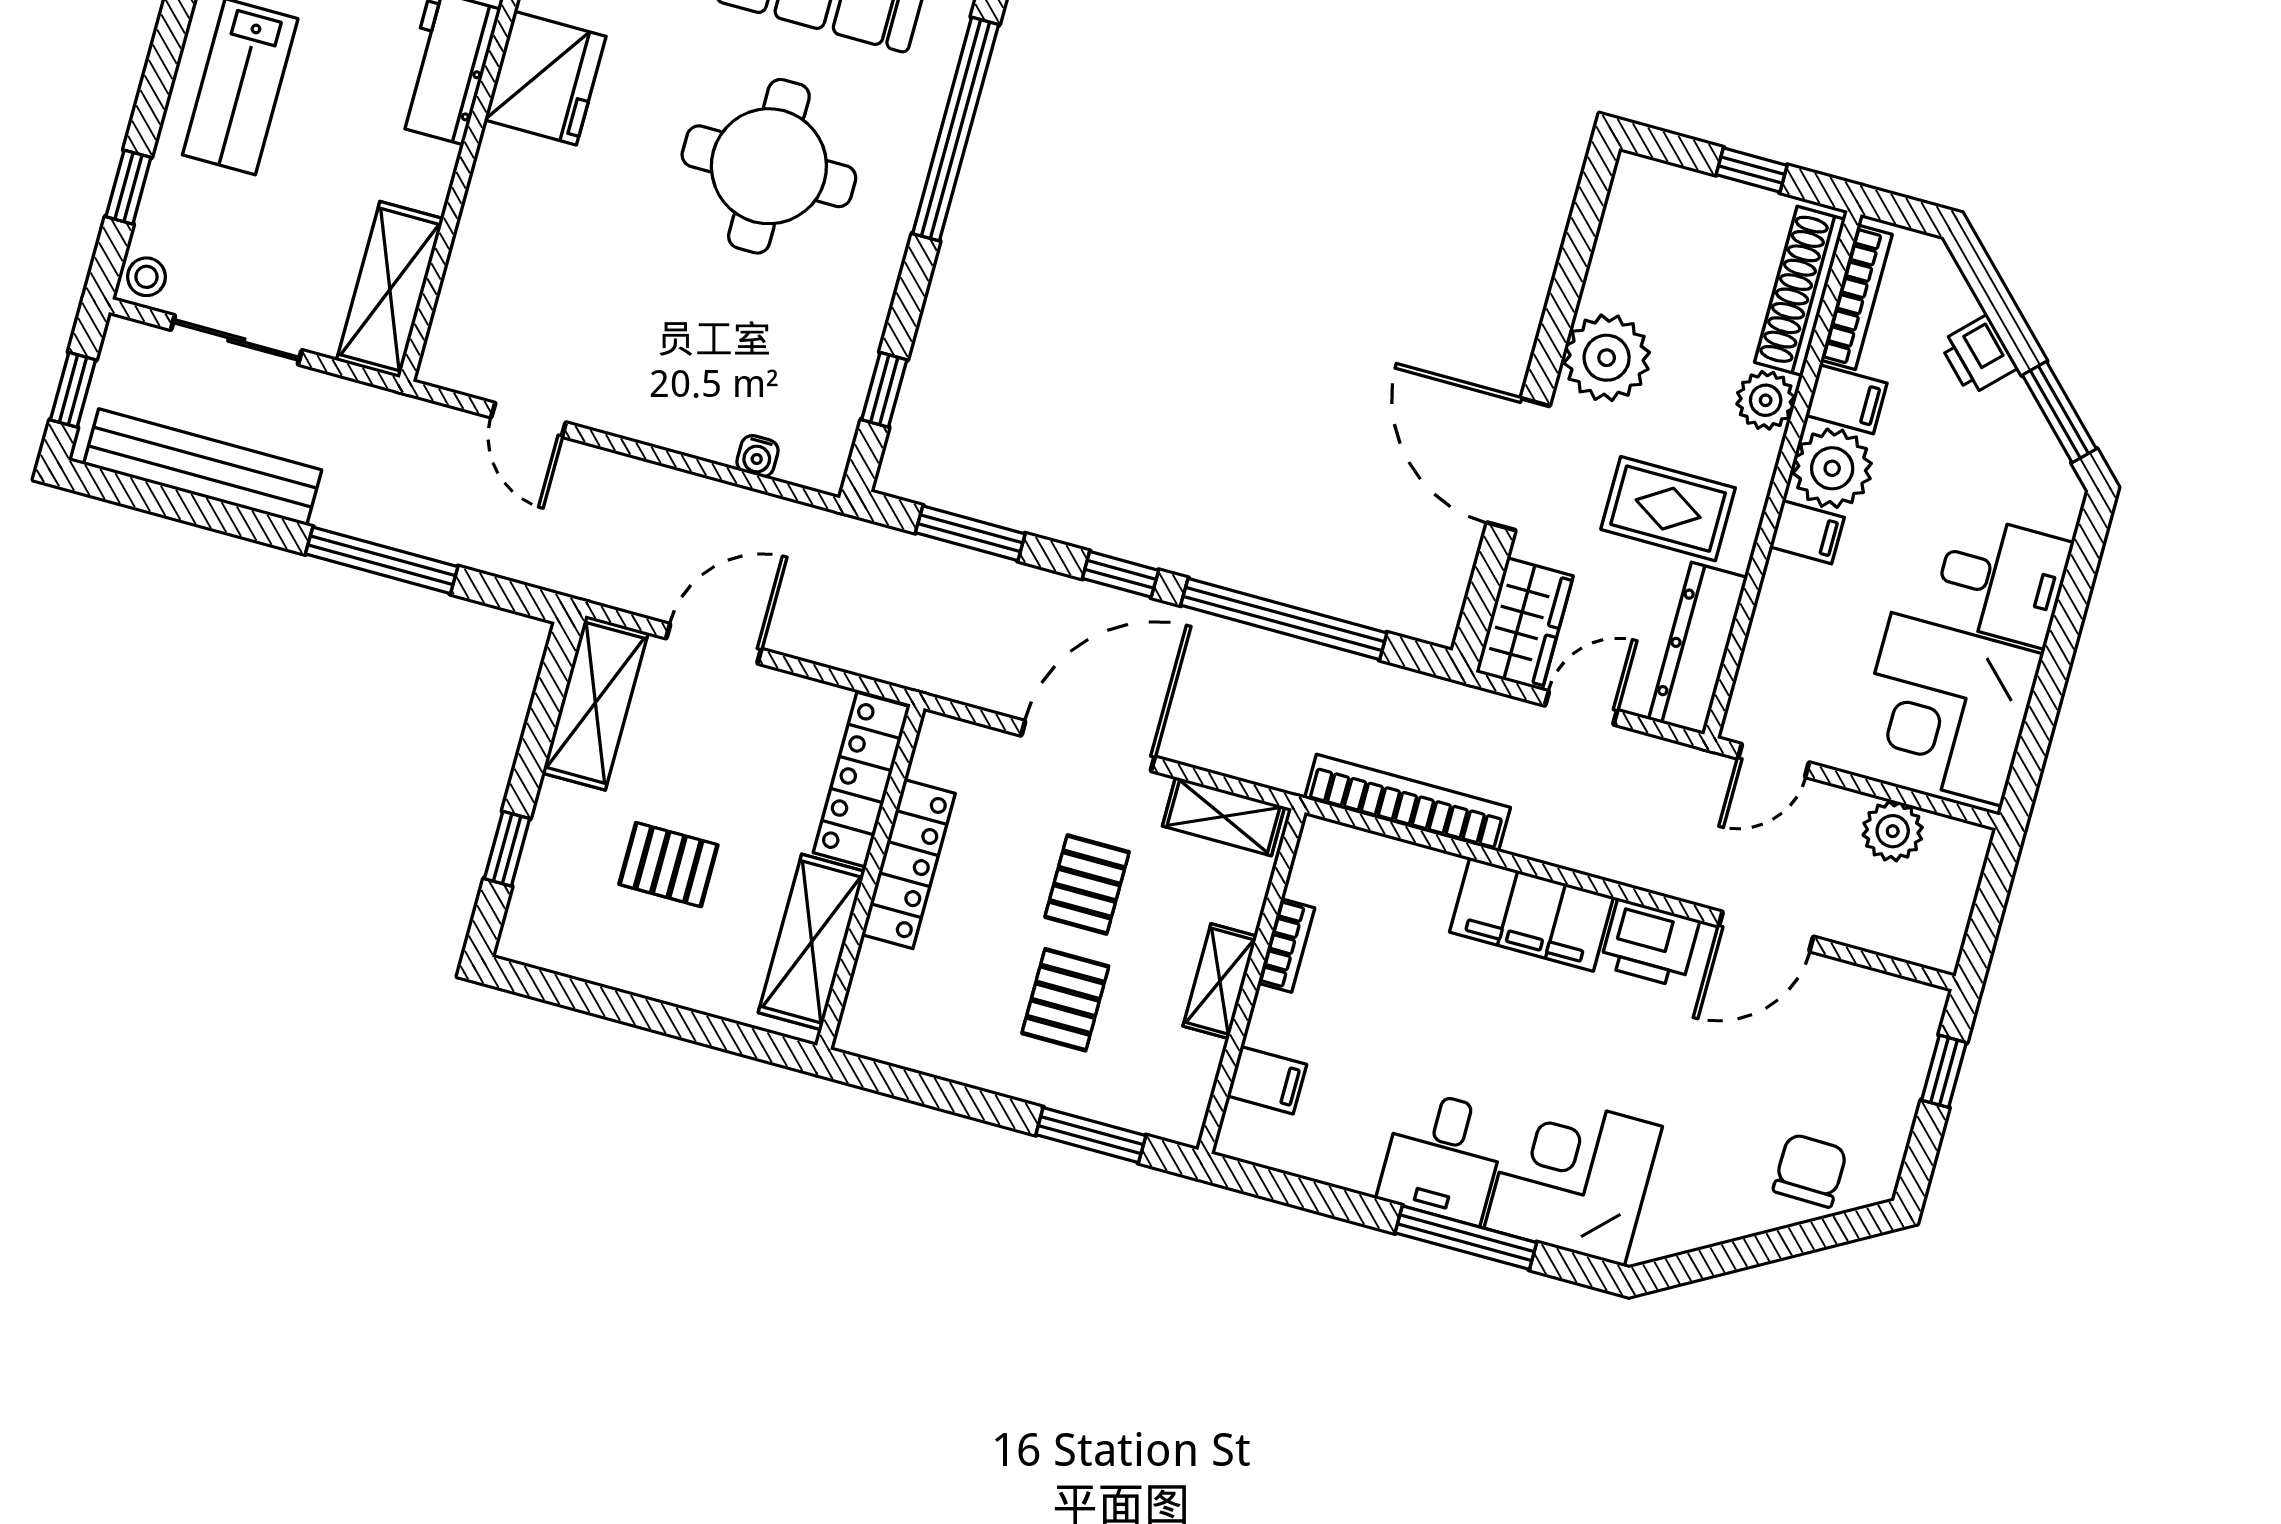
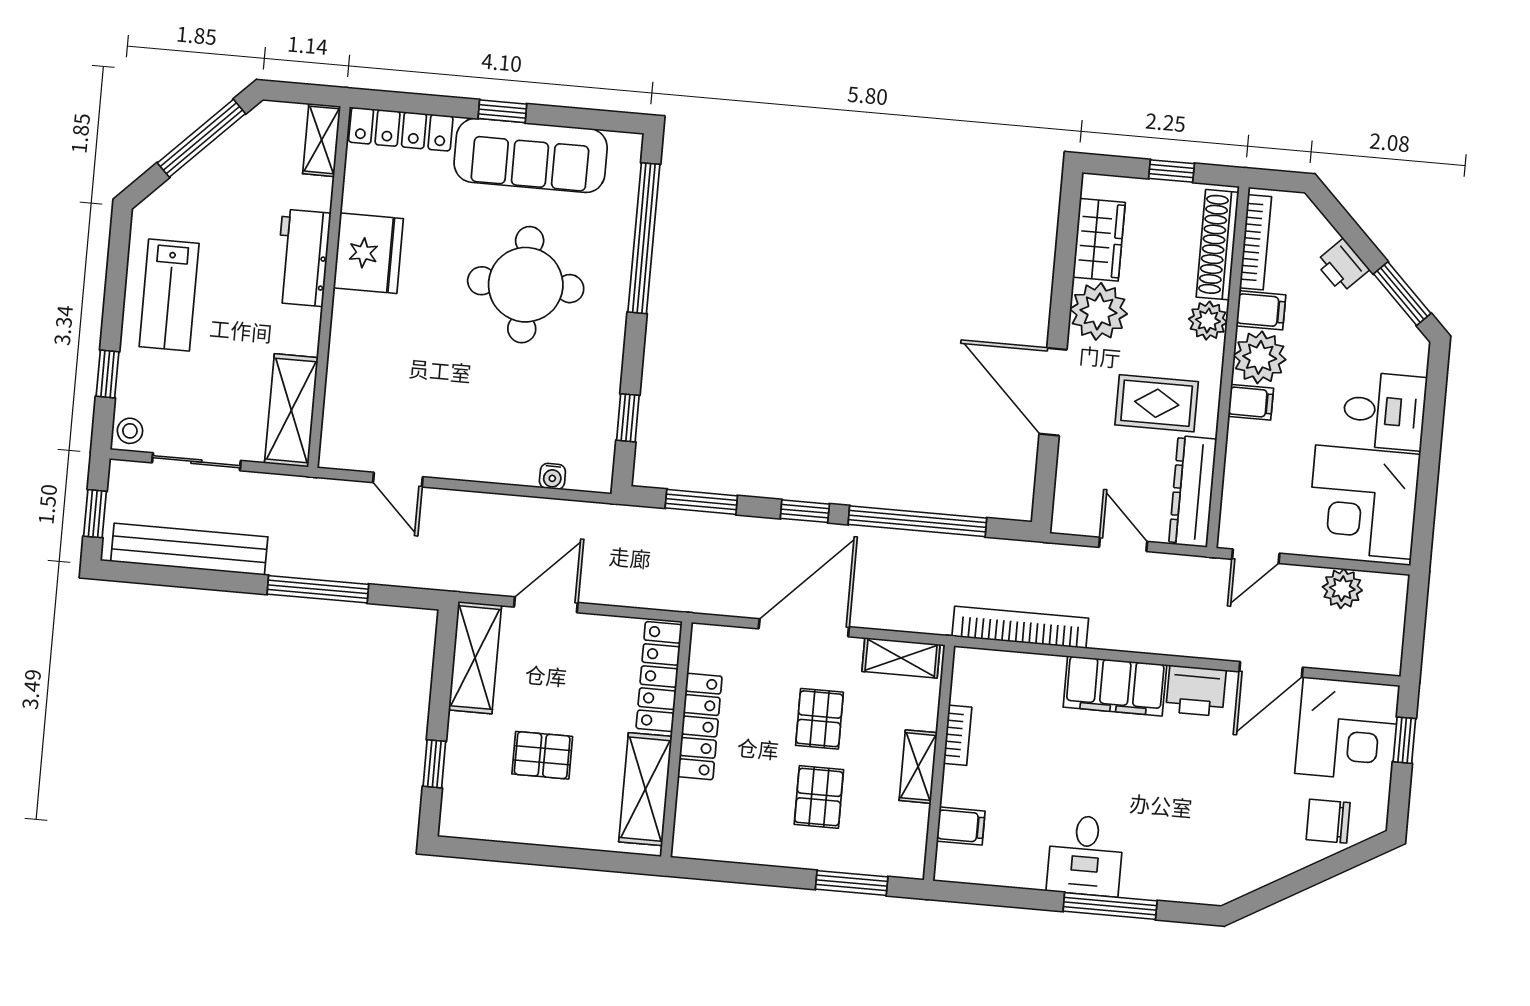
wardrobe: (1525, 624) -> (1099, 240), moved
door: (1581, 708) -> (1123, 544), hinge flipped
chair: (1810, 1170) -> (1328, 821), turned -91
corner desk: (1573, 1177) -> (1347, 729), moved, turned 180

